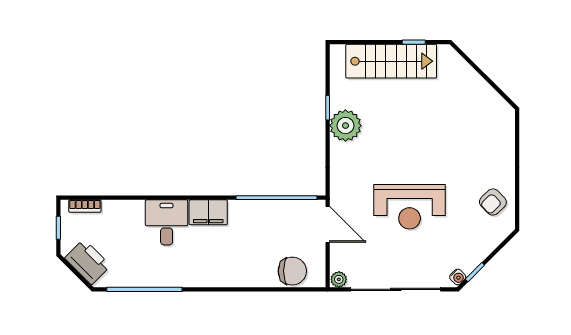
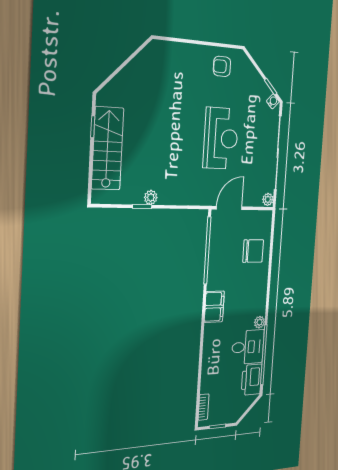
plant: (345, 126) -> (151, 197), width x0.53, depth x0.53
armchair: (493, 202) -> (222, 66), turned 134
desk: (167, 222) -> (248, 347), moved, turned 180
printer: (88, 262) -> (252, 380), moved, turned -45
chair: (292, 271) -> (253, 251), moved, turned 90
plant: (186, 279) -> (259, 322), added

